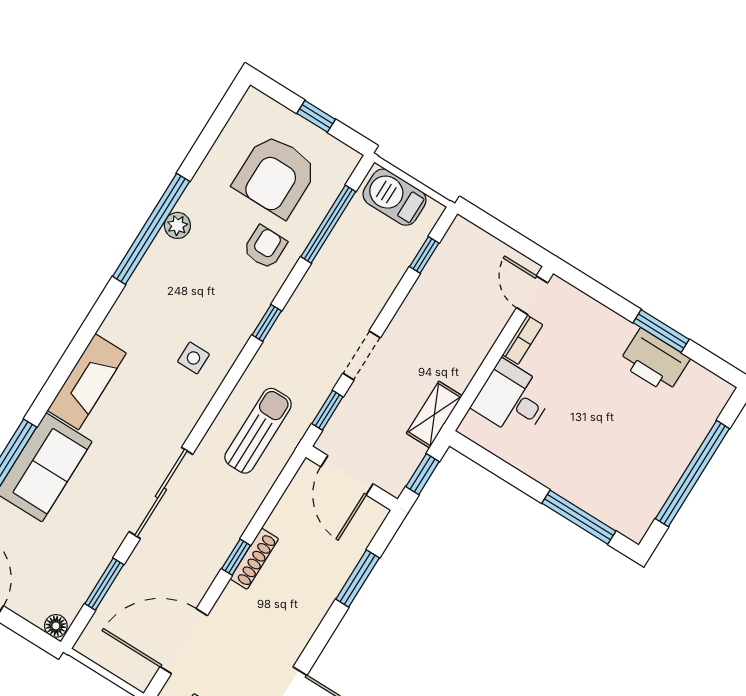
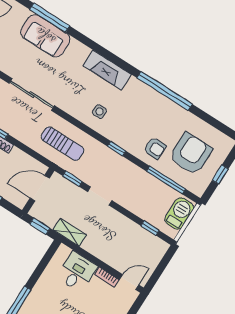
armchair: (276, 176) -> (191, 154), turned 90
plant: (177, 225) -> (166, 104), removed
fireplace: (87, 382) -> (107, 70), moved

